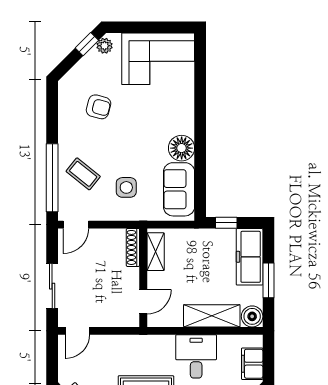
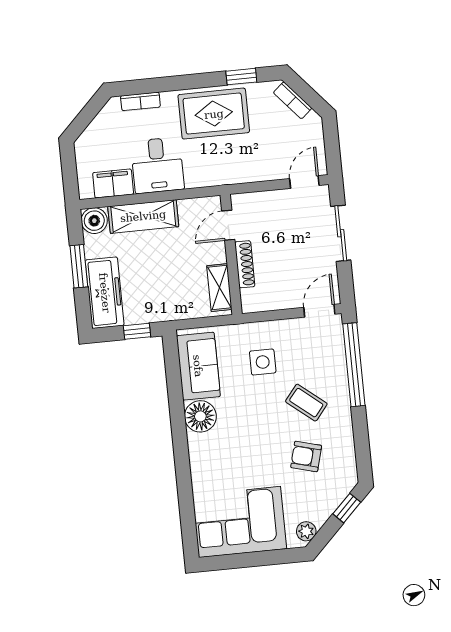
window: (87, 44) -> (347, 508), moved
coffee table: (83, 174) -> (306, 403), moved
shoe rack: (133, 247) -> (245, 264), moved
filing cabinet: (252, 364) -> (113, 183), moved, turned -90

